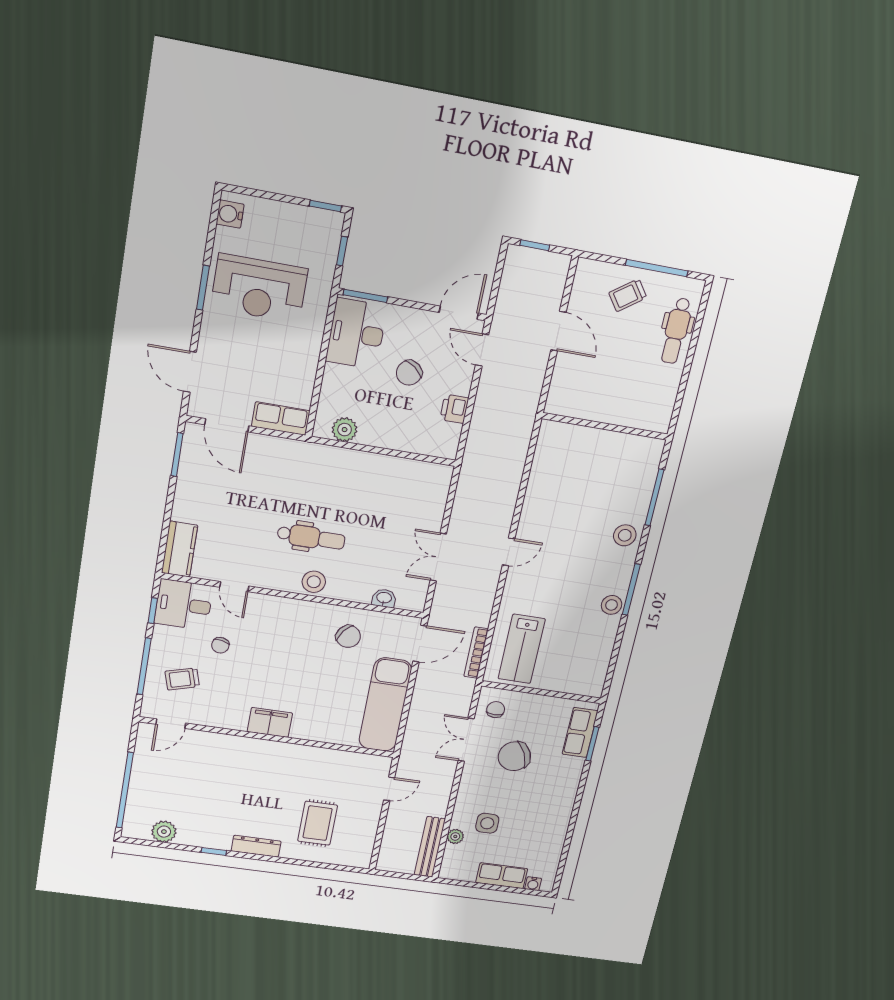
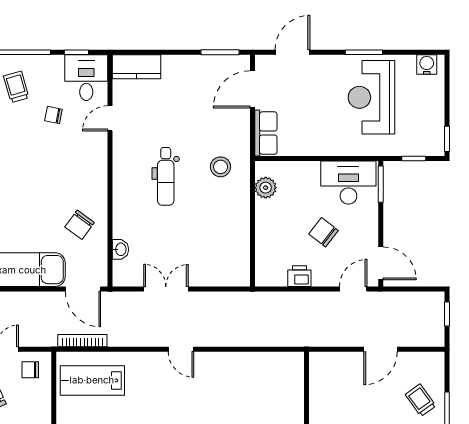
stool: (314, 582) -> (221, 167), moved
chair: (496, 710) -> (30, 370), turned 180

